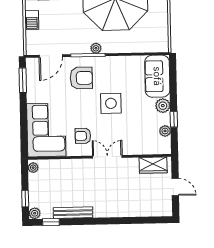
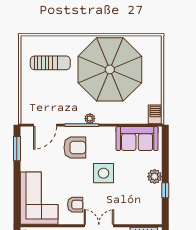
barbecue: (32, 20) -> (155, 114), moved, turned 180
sofa: (157, 76) -> (137, 139), moved, turned -90
plant: (165, 131) -> (156, 202), removed
armchair: (83, 136) -> (75, 205), turned 180

